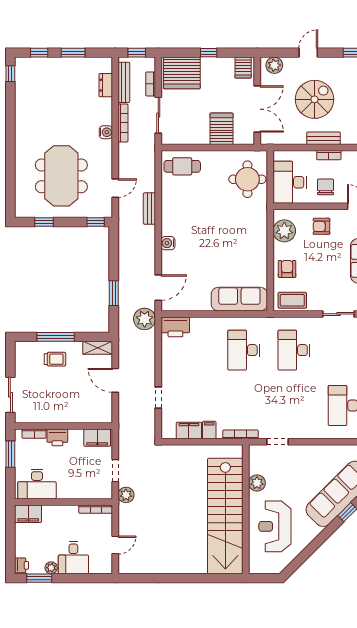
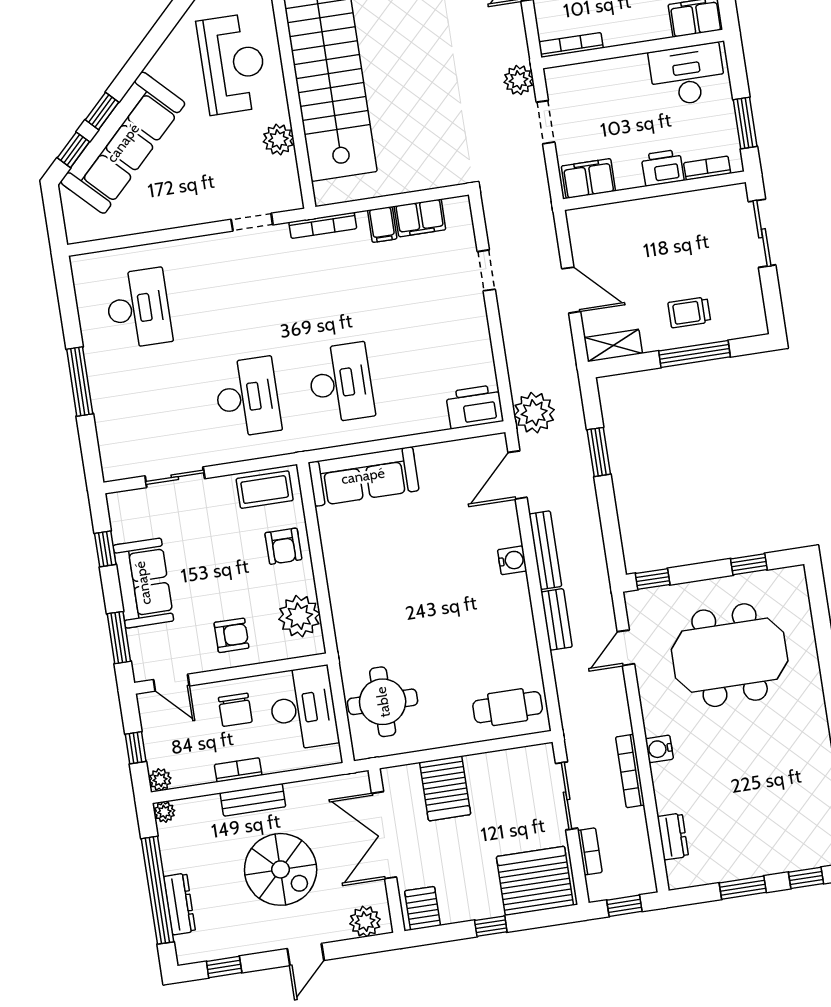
bench: (124, 82) -> (545, 550), moved
spiral stairs: (315, 99) -> (281, 869), turned -90
meeting table: (61, 176) -> (730, 655), turned 90

